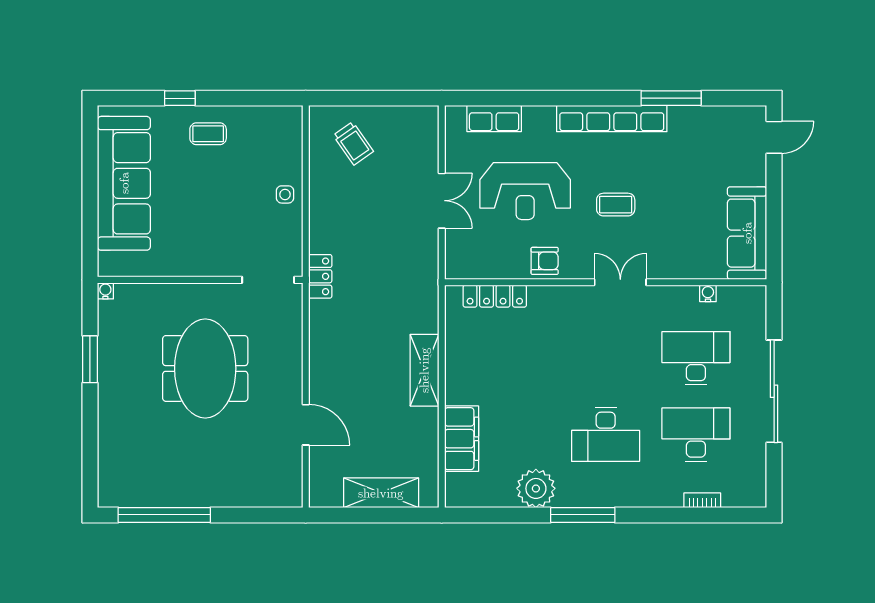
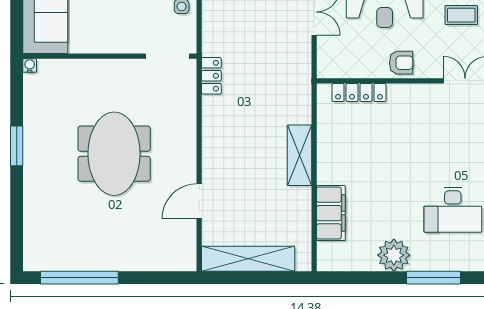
wall: (200, 280) -> (110, 56), moved
doorway: (268, 280) -> (167, 56), moved
water cooler: (105, 291) -> (30, 65), moved
door: (306, 425) -> (199, 201), swing flipped
shelving: (381, 493) -> (248, 259), width x1.47

